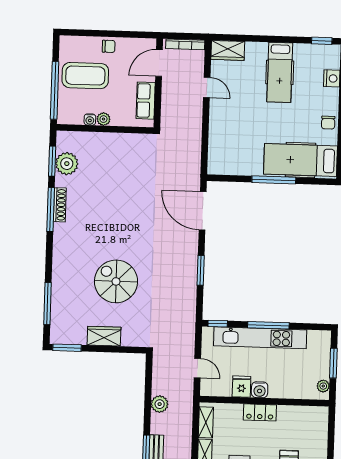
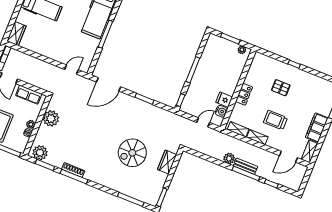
door: (207, 87) -> (72, 70), moved
plant: (123, 145) -> (51, 118), added
plant: (67, 164) -> (40, 153), moved
wardrobe: (104, 336) -> (167, 162), moved
kitchen unit: (260, 338) -> (199, 78), removed
water cooler: (260, 390) -> (221, 111), moved
plant: (160, 404) -> (229, 158), moved

